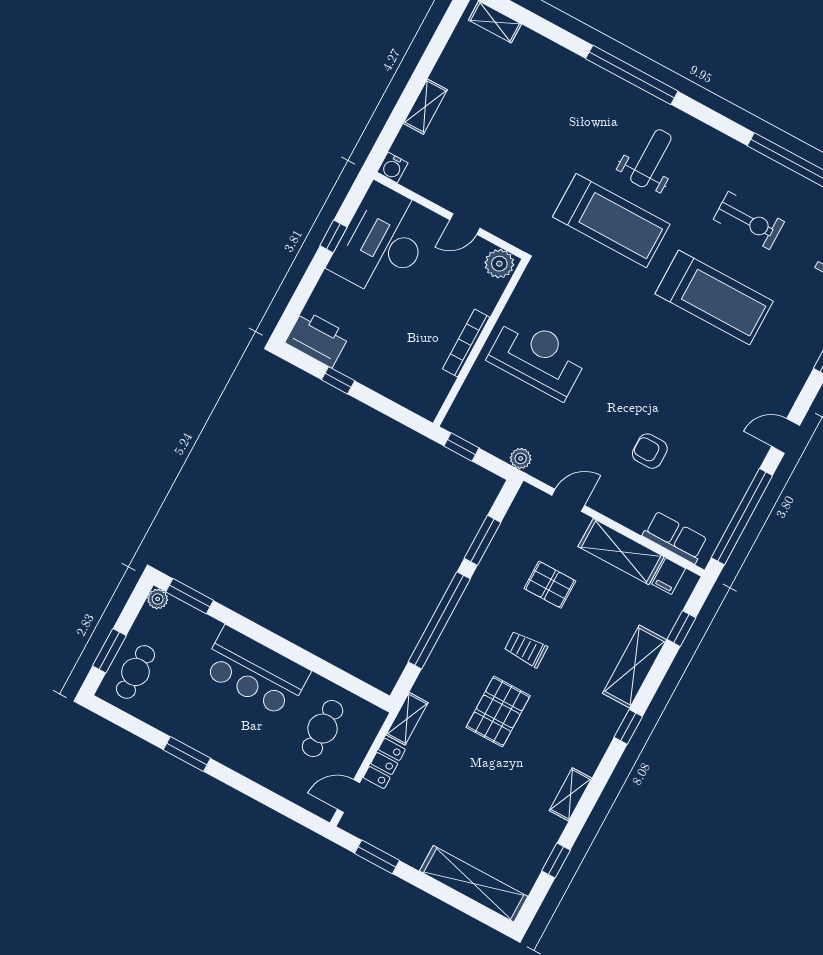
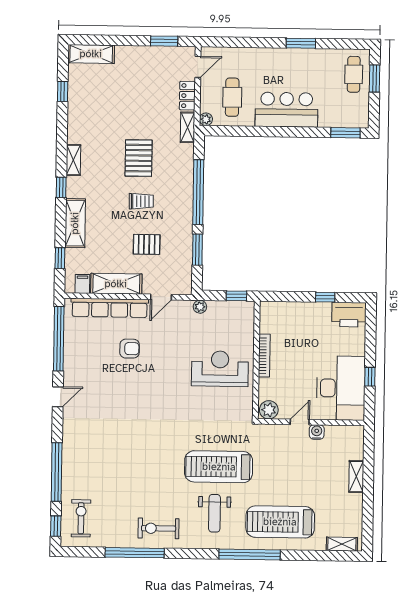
water cooler: (393, 167) -> (317, 432), moved
exercise bike: (749, 220) -> (159, 528), moved
treadmill: (714, 297) -> (280, 522), moved
reception desk: (538, 357) -> (220, 369), turned 180
row of seats: (675, 537) -> (110, 308), width x2.02
plant: (158, 599) -> (206, 119), moved
shelving: (571, 794) -> (73, 160), moved
shelving: (474, 884) -> (91, 54), width x0.68

